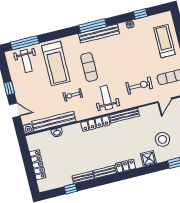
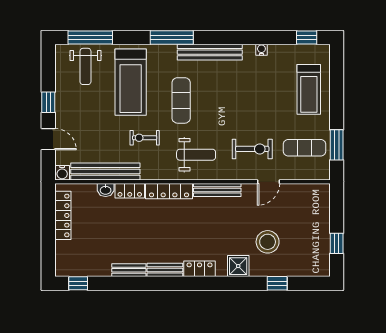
window: (140, 14) -> (307, 37), moved
window: (93, 26) -> (172, 37), moved
treadmill: (164, 41) -> (309, 89), turned 180
weight bench: (106, 98) -> (196, 155), turned 90
door: (164, 100) -> (269, 182), moved
locker: (72, 129) -> (130, 191), added
locker: (38, 165) -> (63, 215), moved
window: (71, 189) -> (78, 283), moved

